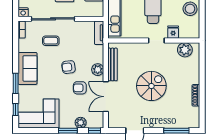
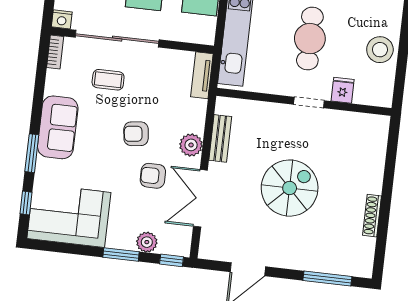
plant: (185, 50) -> (361, 126), removed
bench: (112, 64) -> (220, 138), width x0.73

